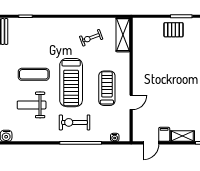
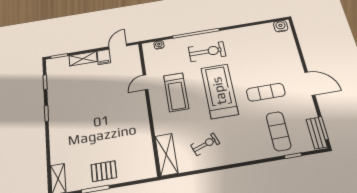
exercise mat: (32, 38) -> (279, 131), added
weight bench: (32, 105) -> (260, 61), removed

